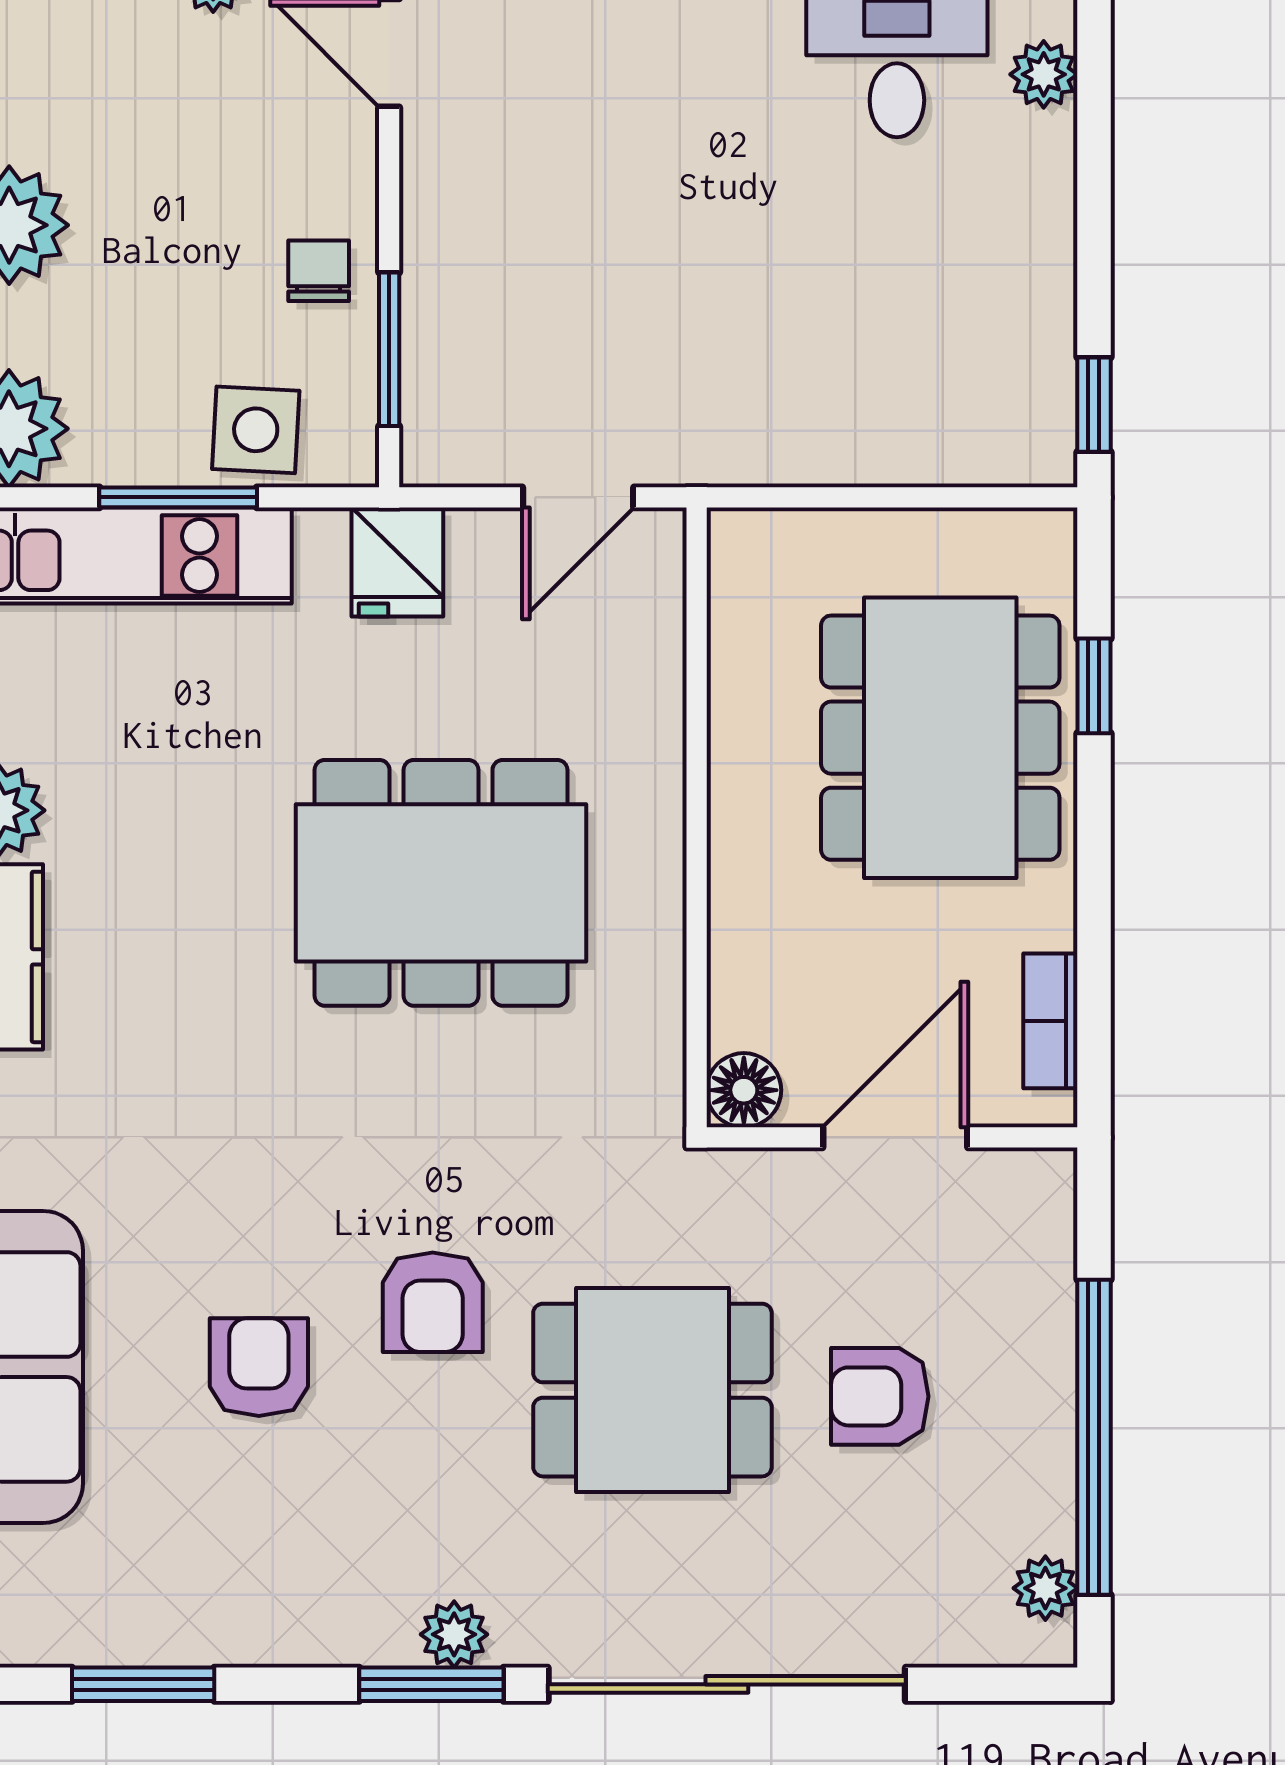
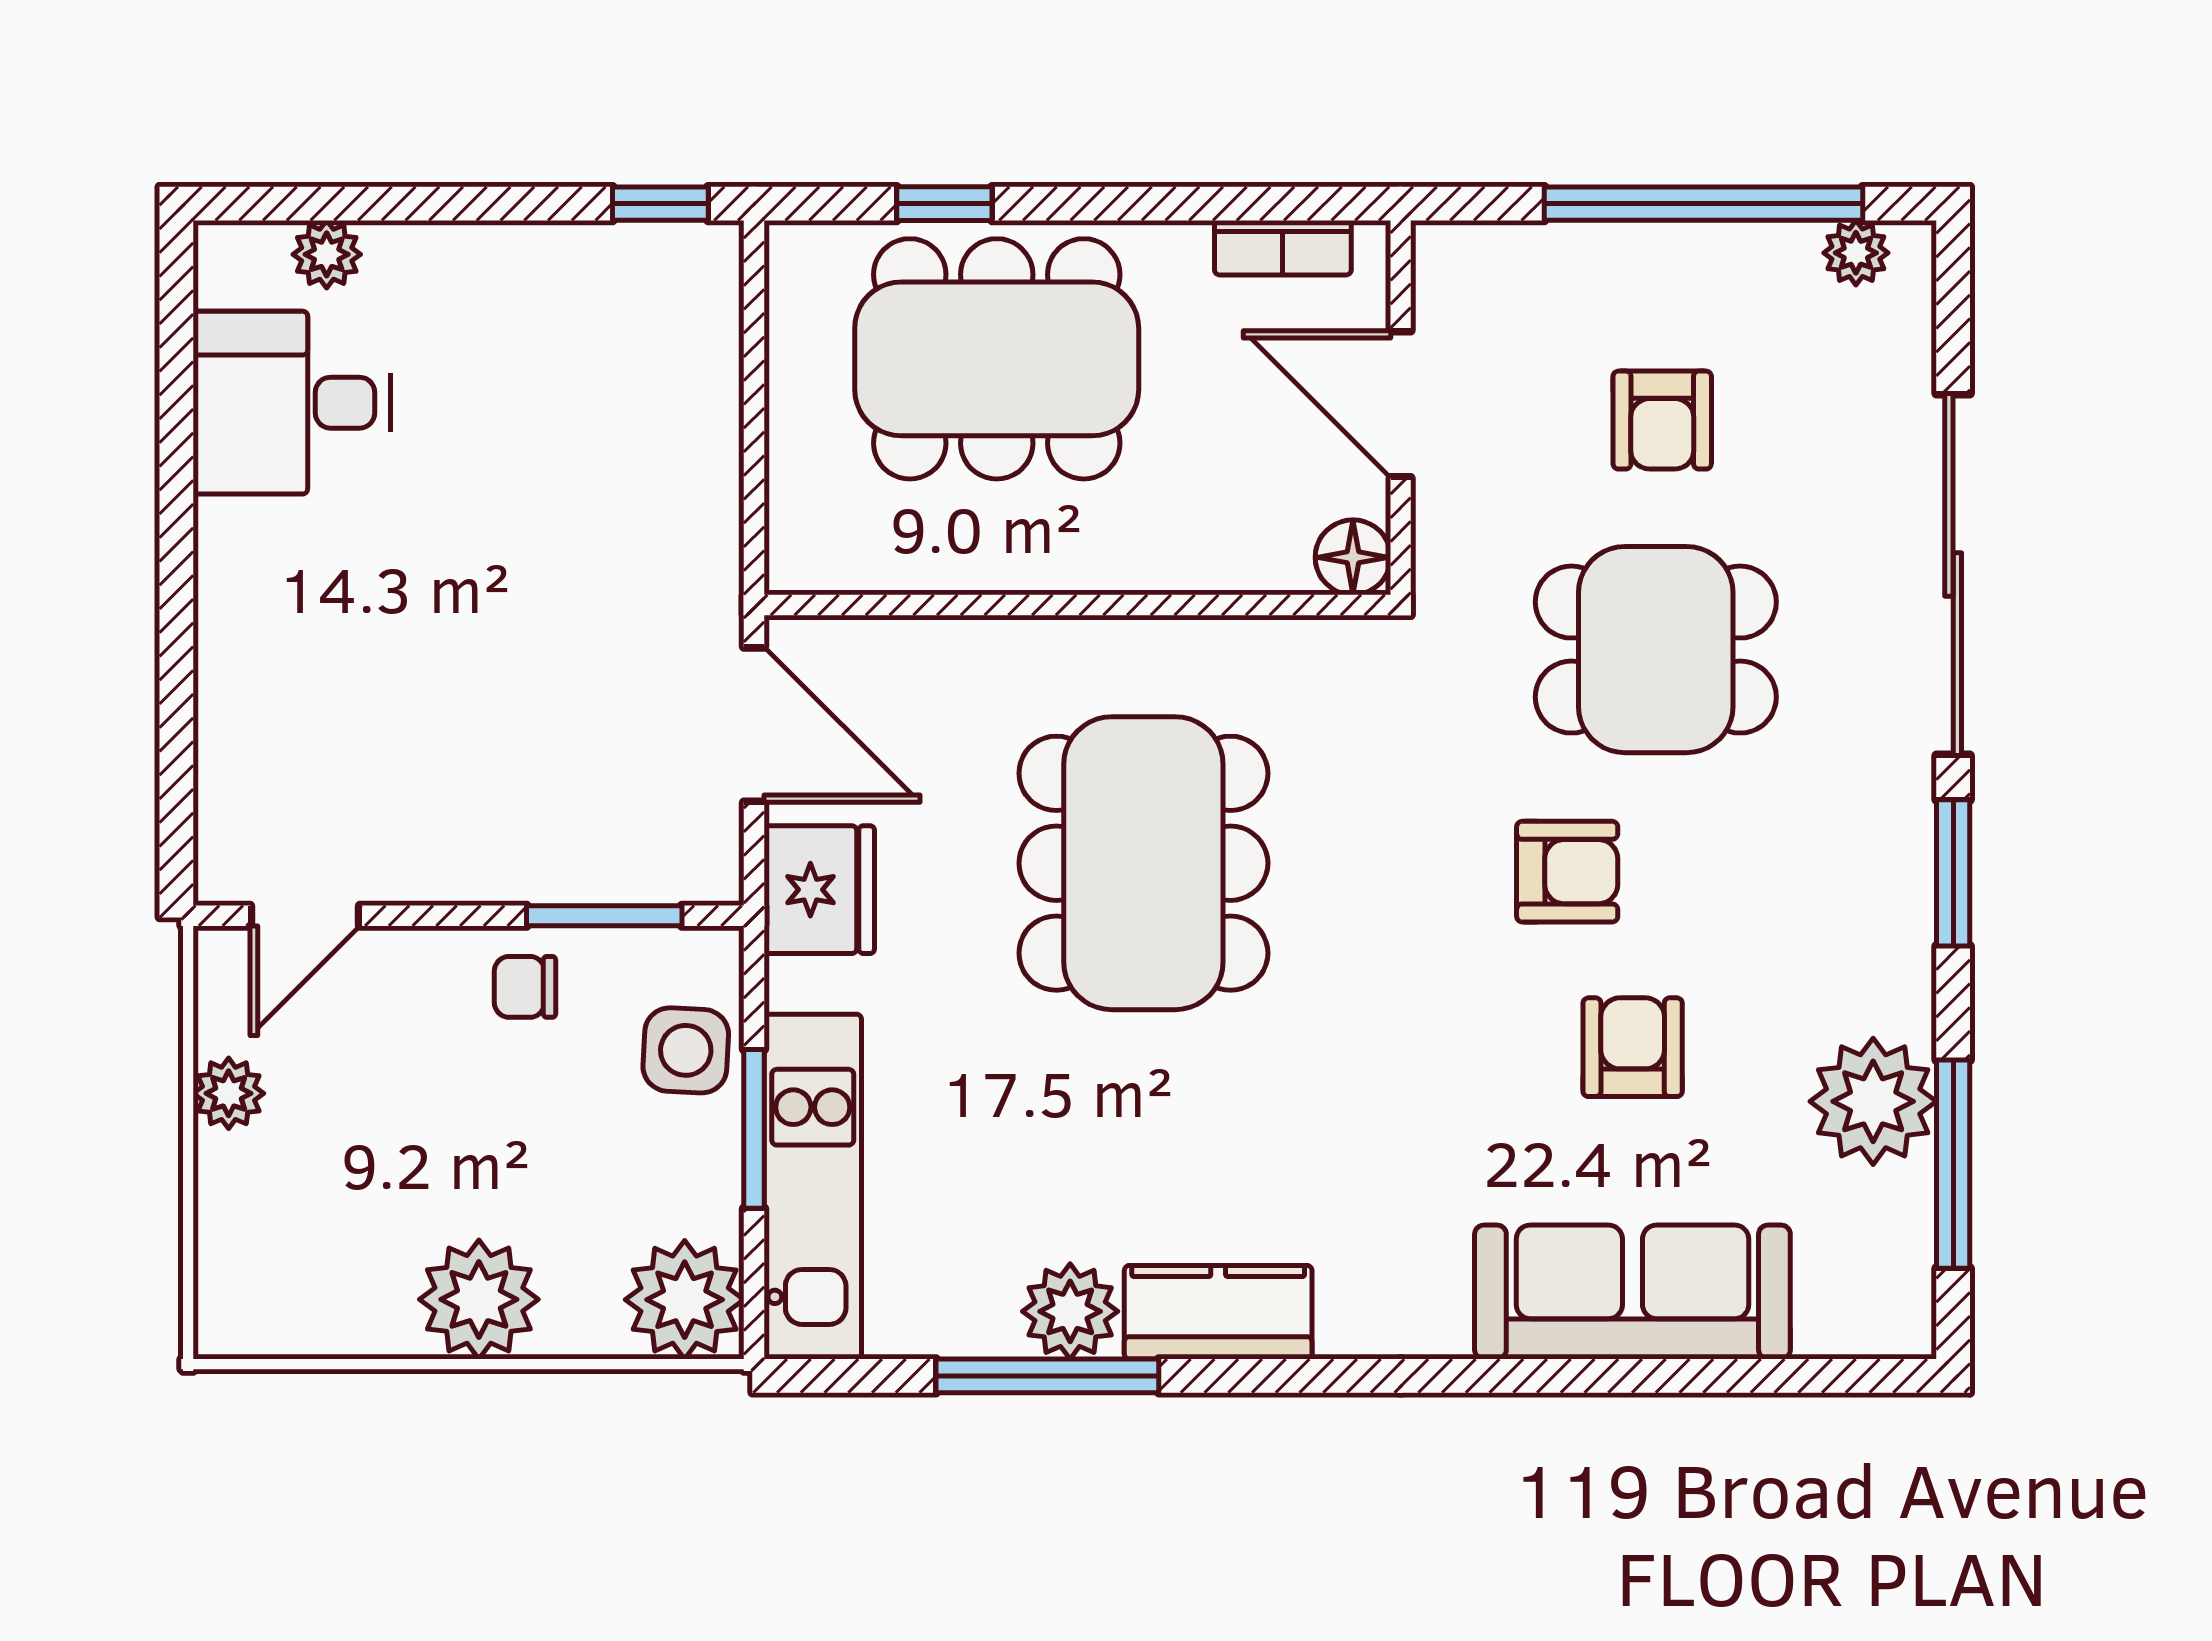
door: (578, 497) -> (754, 725), width x1.38
fridge: (397, 562) -> (819, 890), width x1.38
armchair: (259, 1367) -> (1633, 1047), turned 90
dining table: (652, 1390) -> (1656, 650), turned 90
plant: (454, 1634) -> (1873, 1101), moved, width x1.87, depth x1.87
window: (143, 1684) -> (1953, 1164), width x1.44

